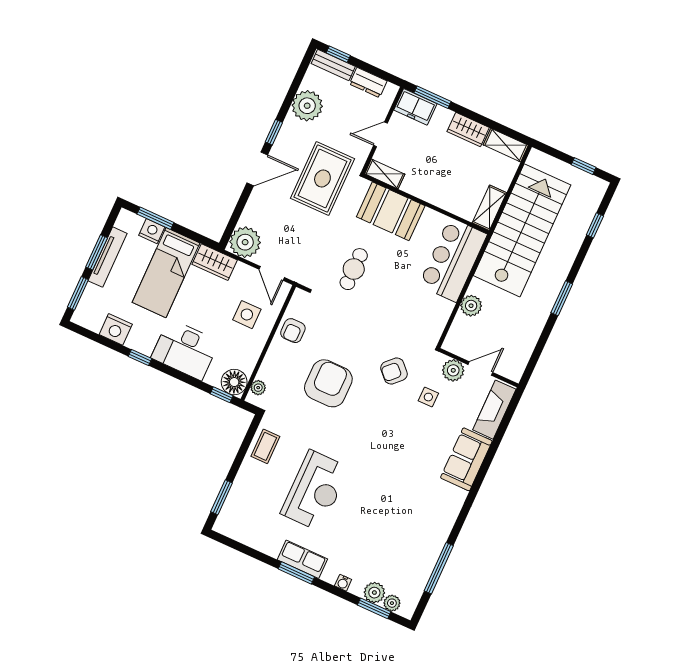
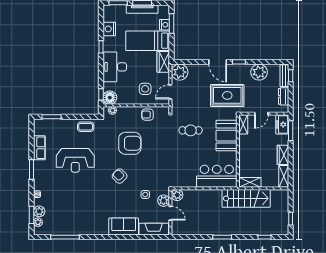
door: (381, 134) -> (261, 114), swing flipped
stairs: (522, 230) -> (246, 198), width x0.73, depth x0.66
plant: (471, 306) -> (177, 195), moved
armchair: (394, 371) -> (120, 176), moved
row of seats: (302, 559) -> (39, 148), moved

